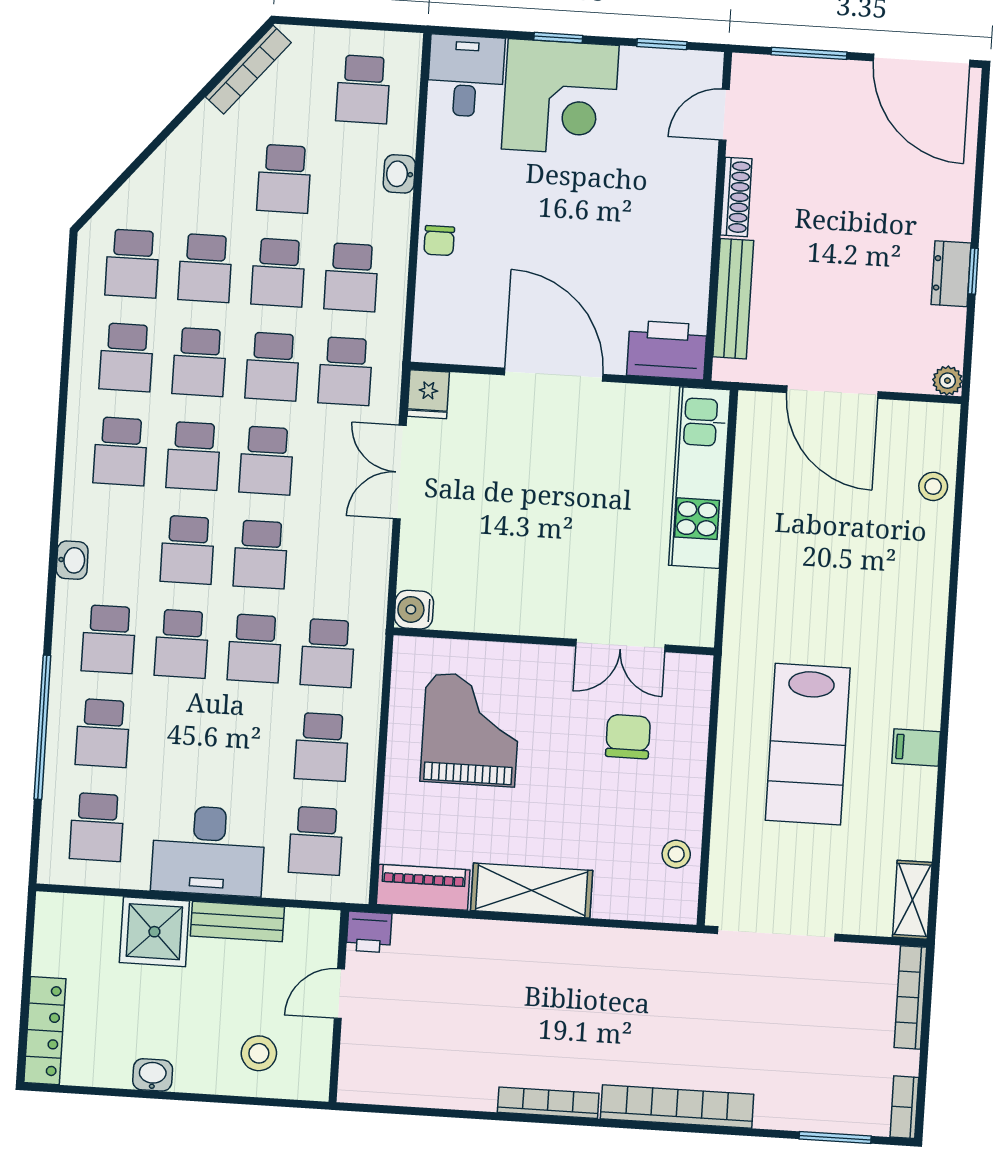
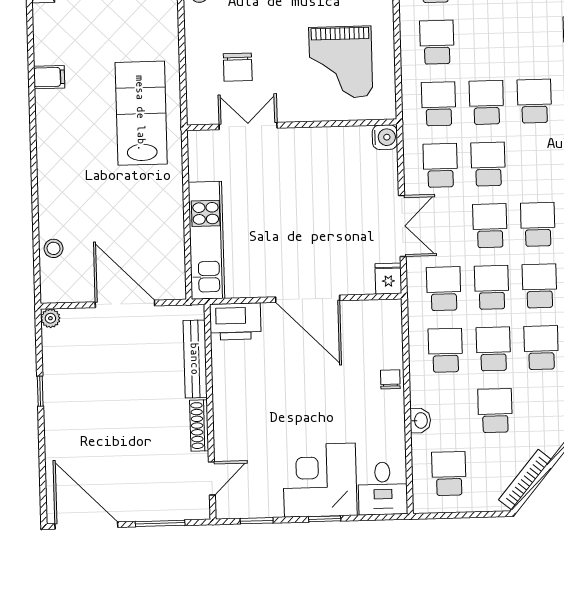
dresser: (951, 274) -> (54, 388), removed
school desk: (188, 550) -> (440, 165), moved
lab bench: (808, 744) -> (141, 113), moved

